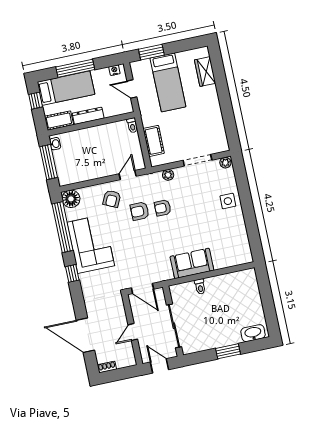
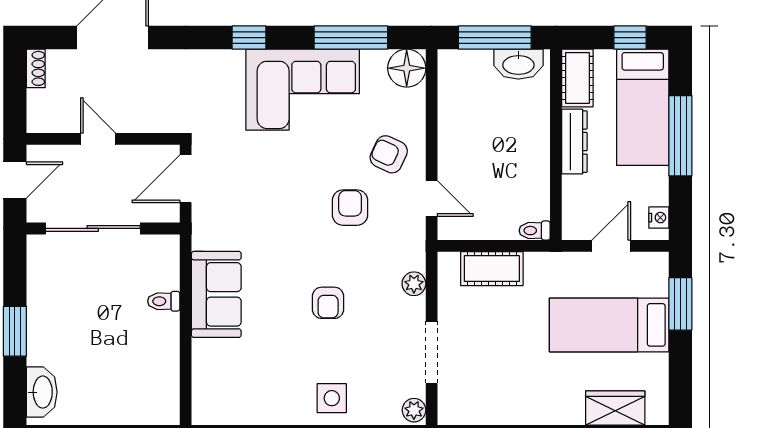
washbasin: (55, 144) -> (518, 64), width x1.91, depth x1.45
armchair: (163, 208) -> (328, 303), moved, turned 180
window: (62, 227) -> (351, 38), width x0.68

